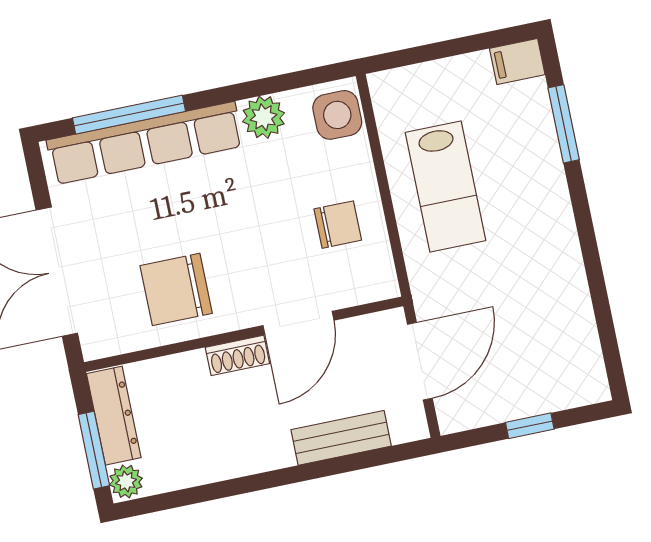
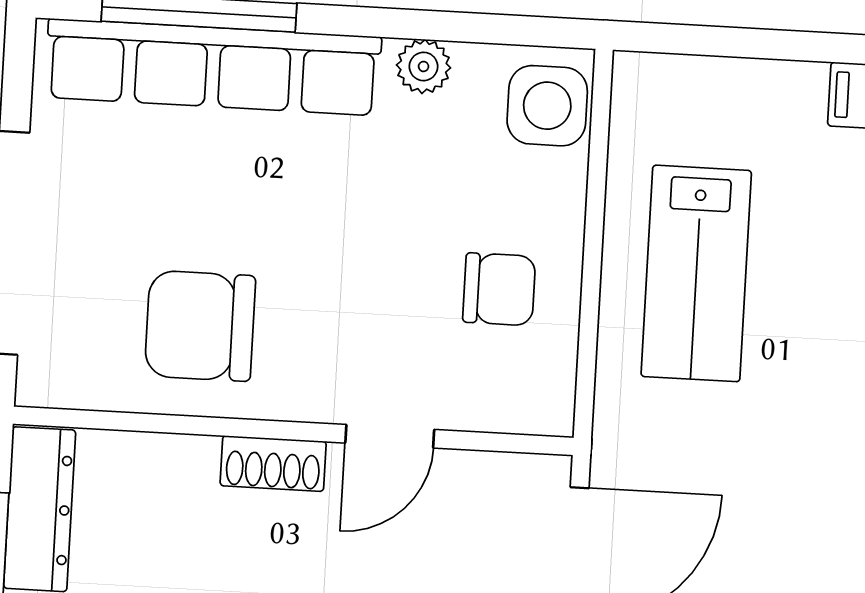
plant: (264, 117) -> (424, 66), width x0.73, depth x0.73
door: (298, 323) -> (390, 436), width x0.73

